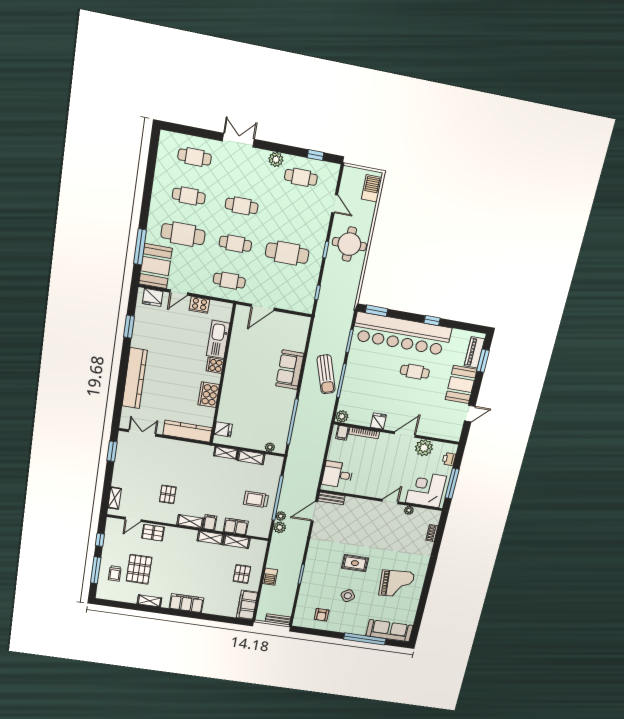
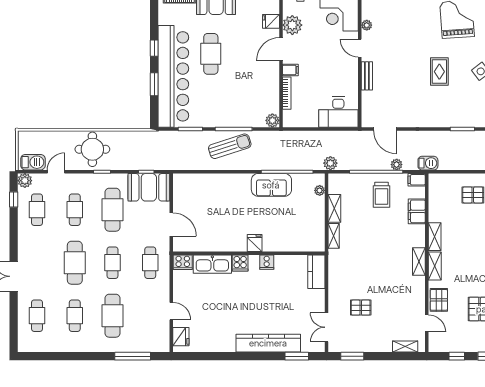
plant: (276, 159) -> (25, 181), moved
barbecue: (372, 188) -> (33, 162), moved, turned 180
cafe table: (242, 206) -> (75, 263), width x1.37, depth x1.35
cafe table: (294, 216) -> (75, 210), added
booth: (156, 266) -> (149, 187), moved
cooker: (199, 305) -> (183, 262), moved, turned 90
window: (376, 311) -> (154, 84), moved
window: (129, 327) -> (297, 356), moved
sofa: (290, 370) -> (271, 185), moved
cafe table: (415, 372) -> (211, 54), width x1.37, depth x1.35
cooker: (209, 395) -> (267, 262), width x0.53, depth x0.76
fridge: (378, 421) -> (271, 21), moved
fridge: (223, 429) -> (255, 243), moved
kitchen counter: (188, 431) -> (316, 272), width x0.67
filing cabinet: (342, 433) -> (290, 70), moved
door: (405, 434) -> (281, 49), hinge flipped
desk: (338, 475) -> (338, 112), width x1.37
pallet: (168, 494) -> (361, 308), moved
bench: (331, 498) -> (367, 76), moved
filing cabinet: (210, 522) -> (417, 180), moved
plant: (280, 527) -> (330, 163), moved
shelving: (237, 542) -> (435, 266), moved
barbecue: (270, 577) -> (428, 163), moved

